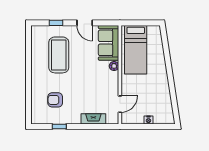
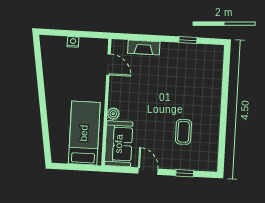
coffee table: (59, 55) -> (183, 132), width x0.54, depth x0.58
armchair: (55, 100) -> (191, 74), removed
door: (120, 104) -> (108, 64), swing flipped

